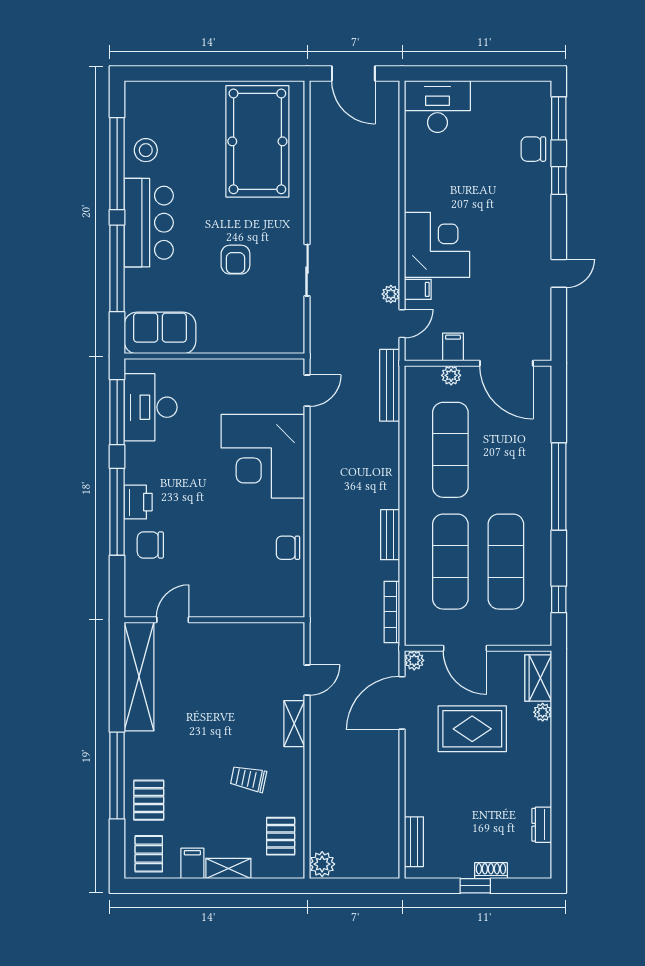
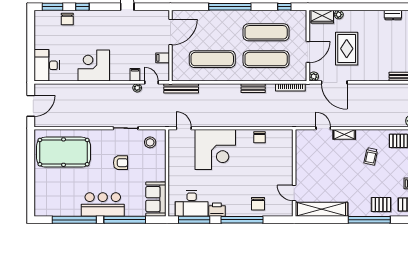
stool: (146, 150) -> (150, 142), moved
corner desk: (437, 245) -> (94, 66), moved
plant: (451, 375) -> (176, 59), removed
printer: (138, 502) -> (217, 210), moved

